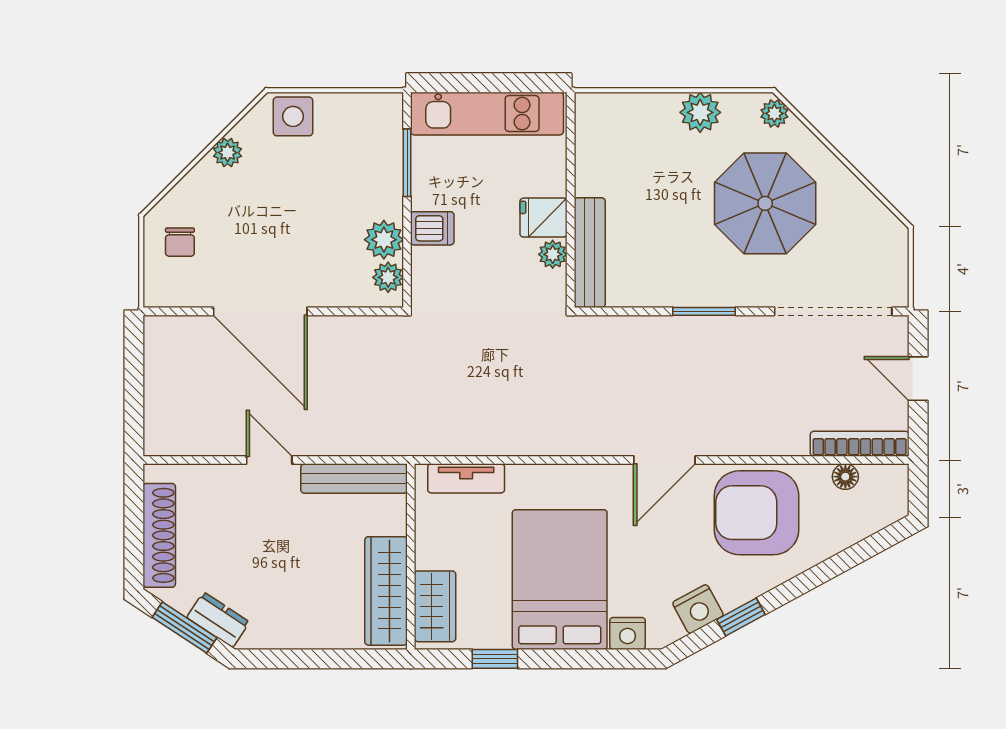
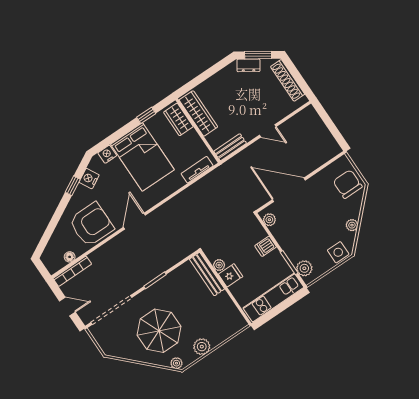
plant: (384, 240) -> (304, 268), moved
chair: (180, 242) -> (348, 184), width x1.87, depth x1.87
door: (260, 311) -> (289, 190), moved
bench: (354, 479) -> (230, 147), width x0.73

